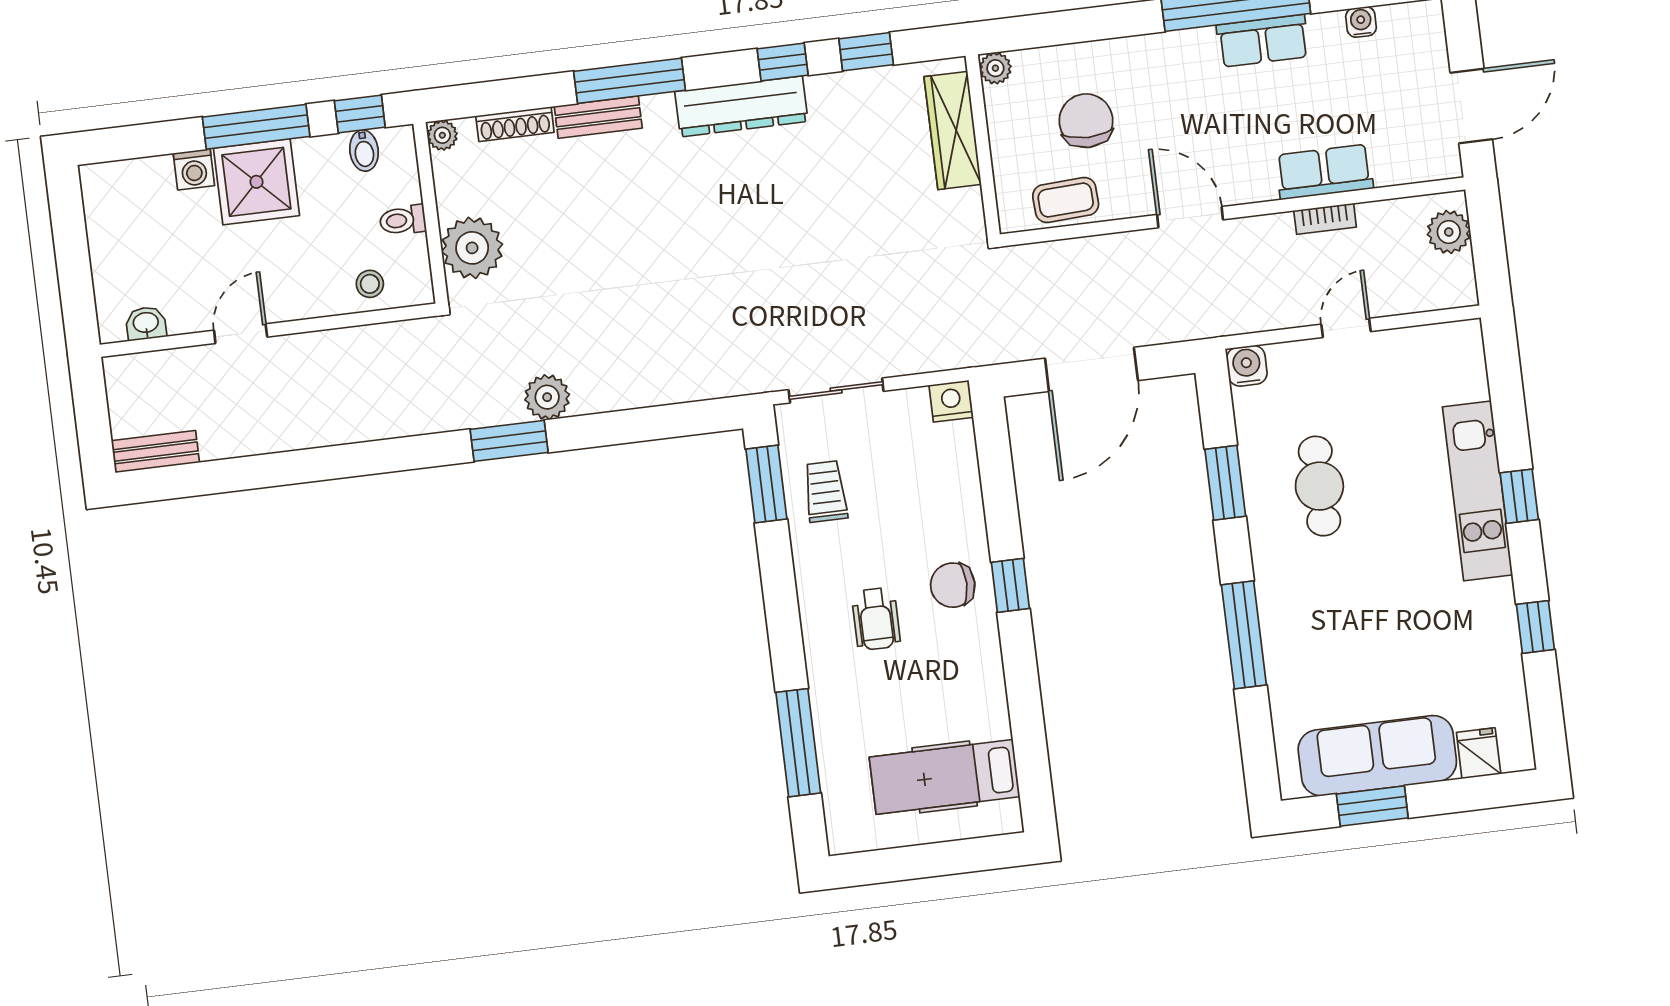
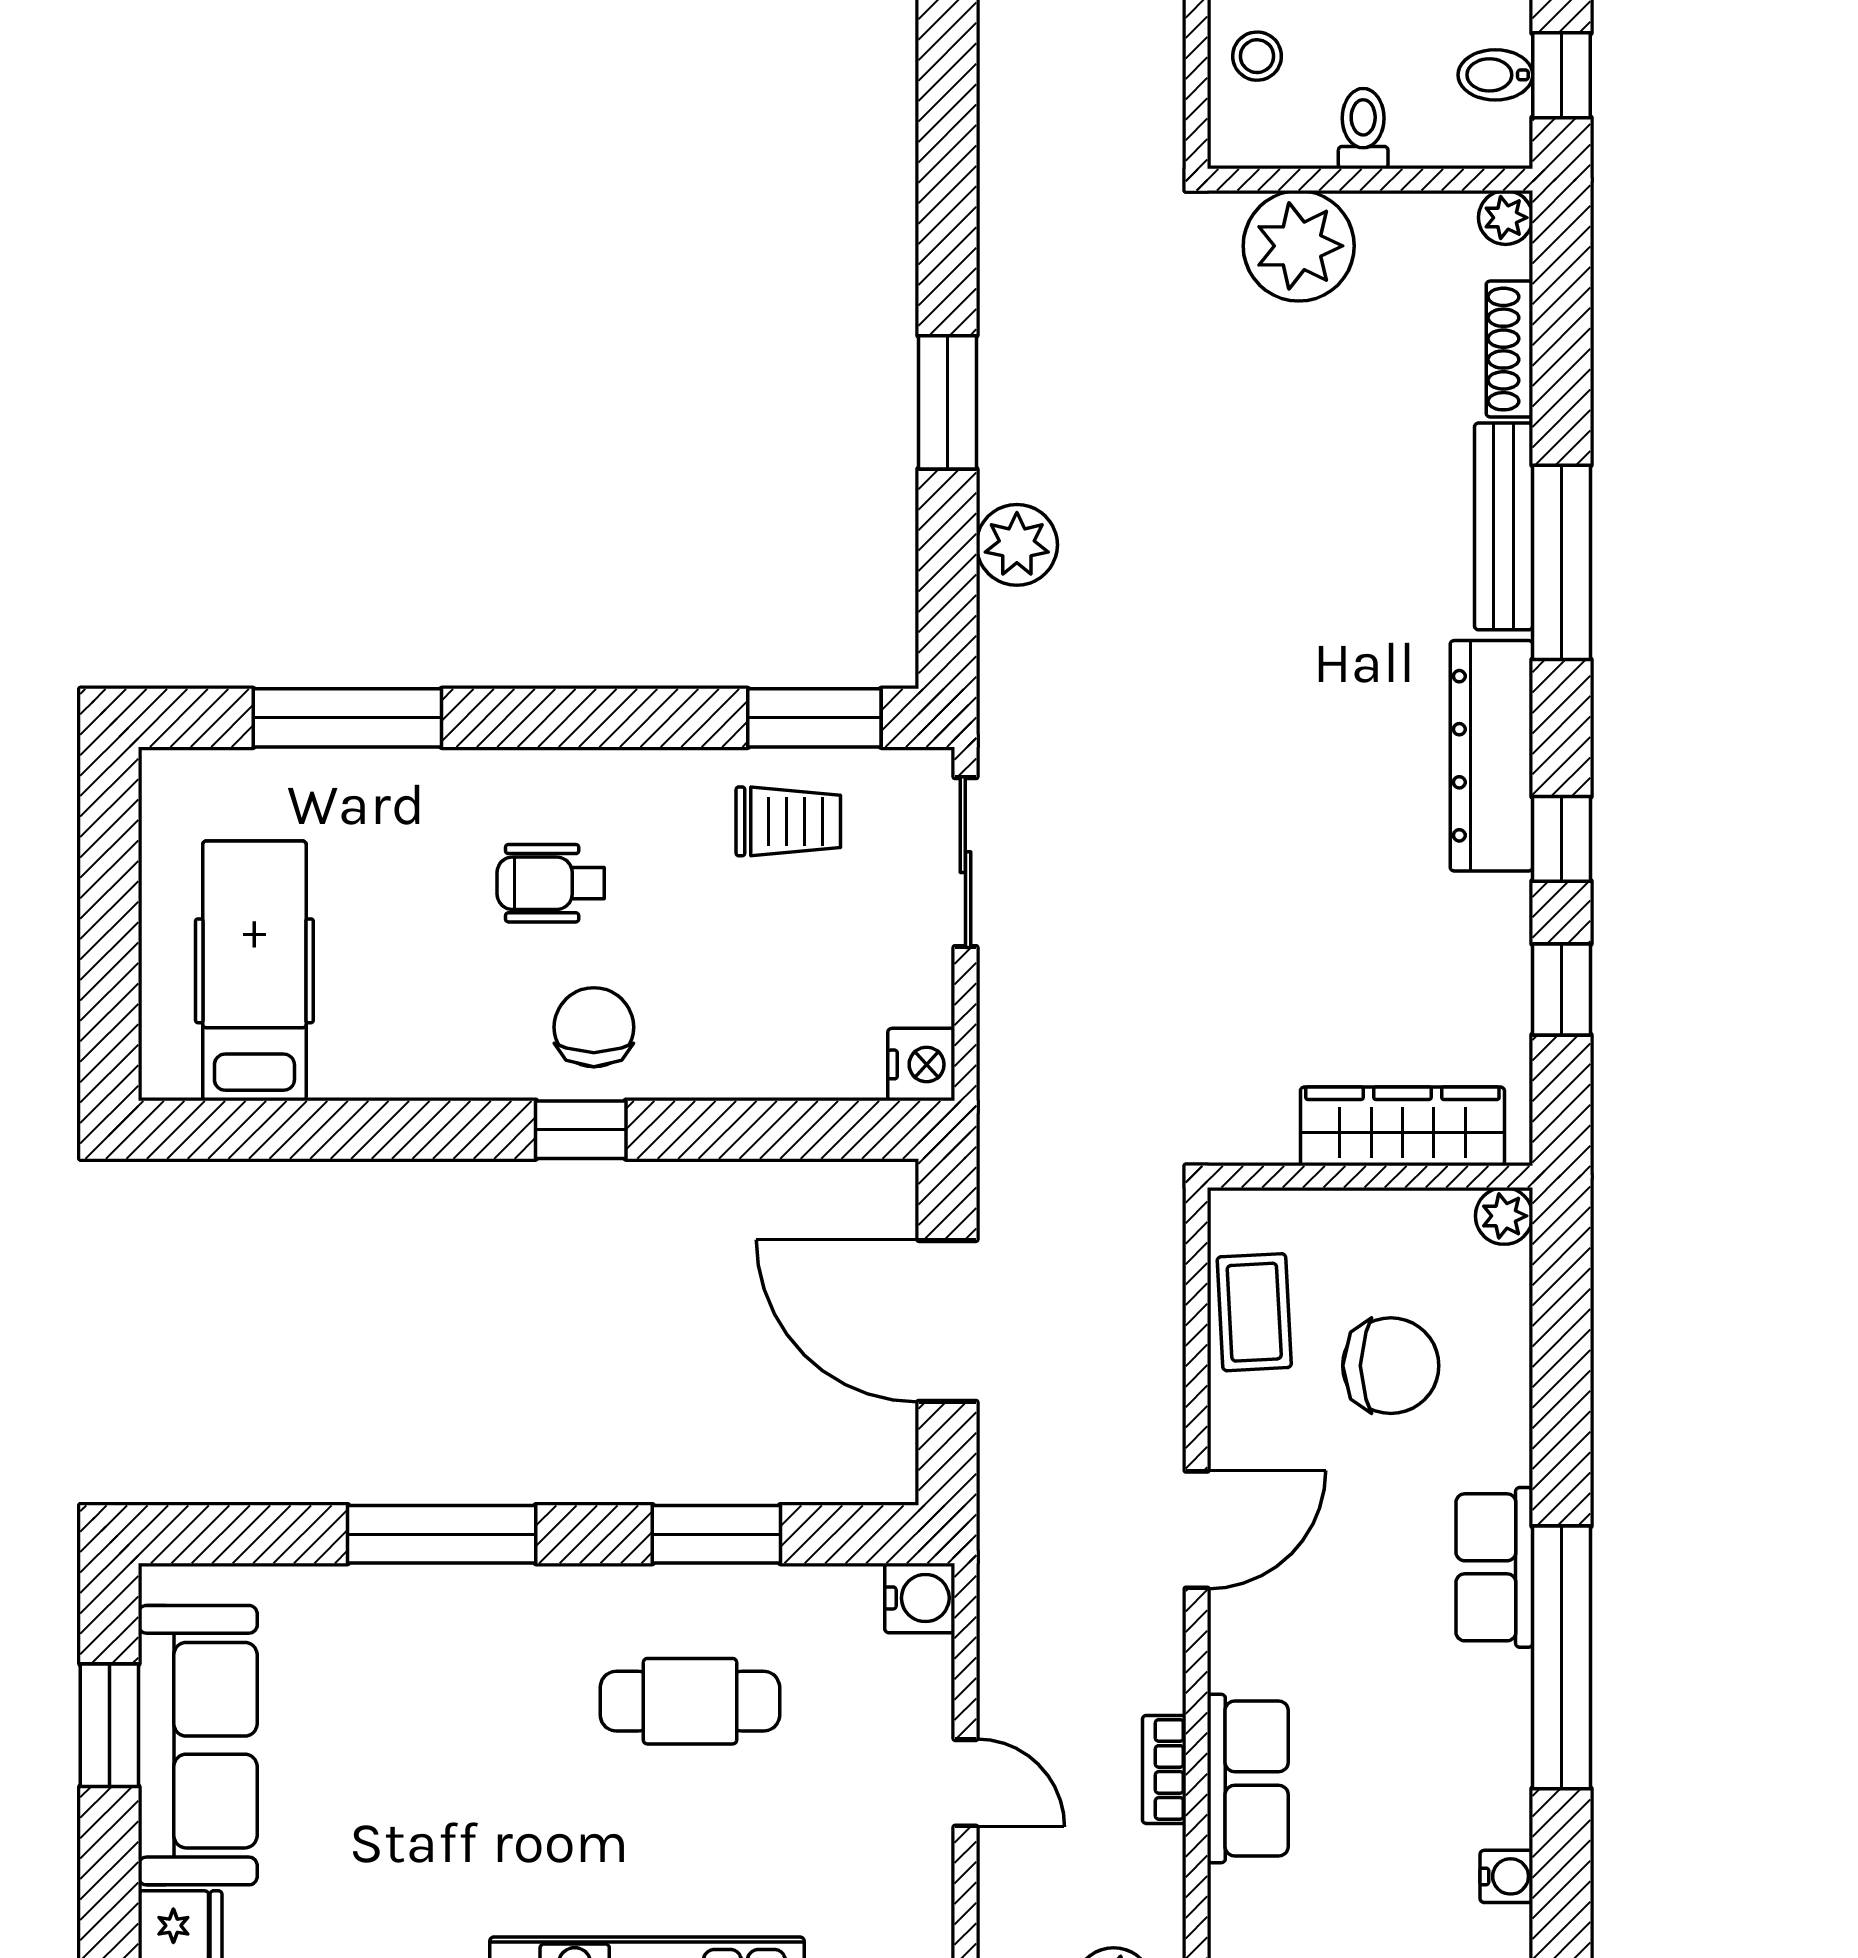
row of seats: (1263, 41) -> (1494, 1567), moved
bench: (598, 117) -> (1504, 526), width x1.36
plant: (547, 397) -> (1017, 545), moved
window: (509, 441) -> (947, 402), moved

